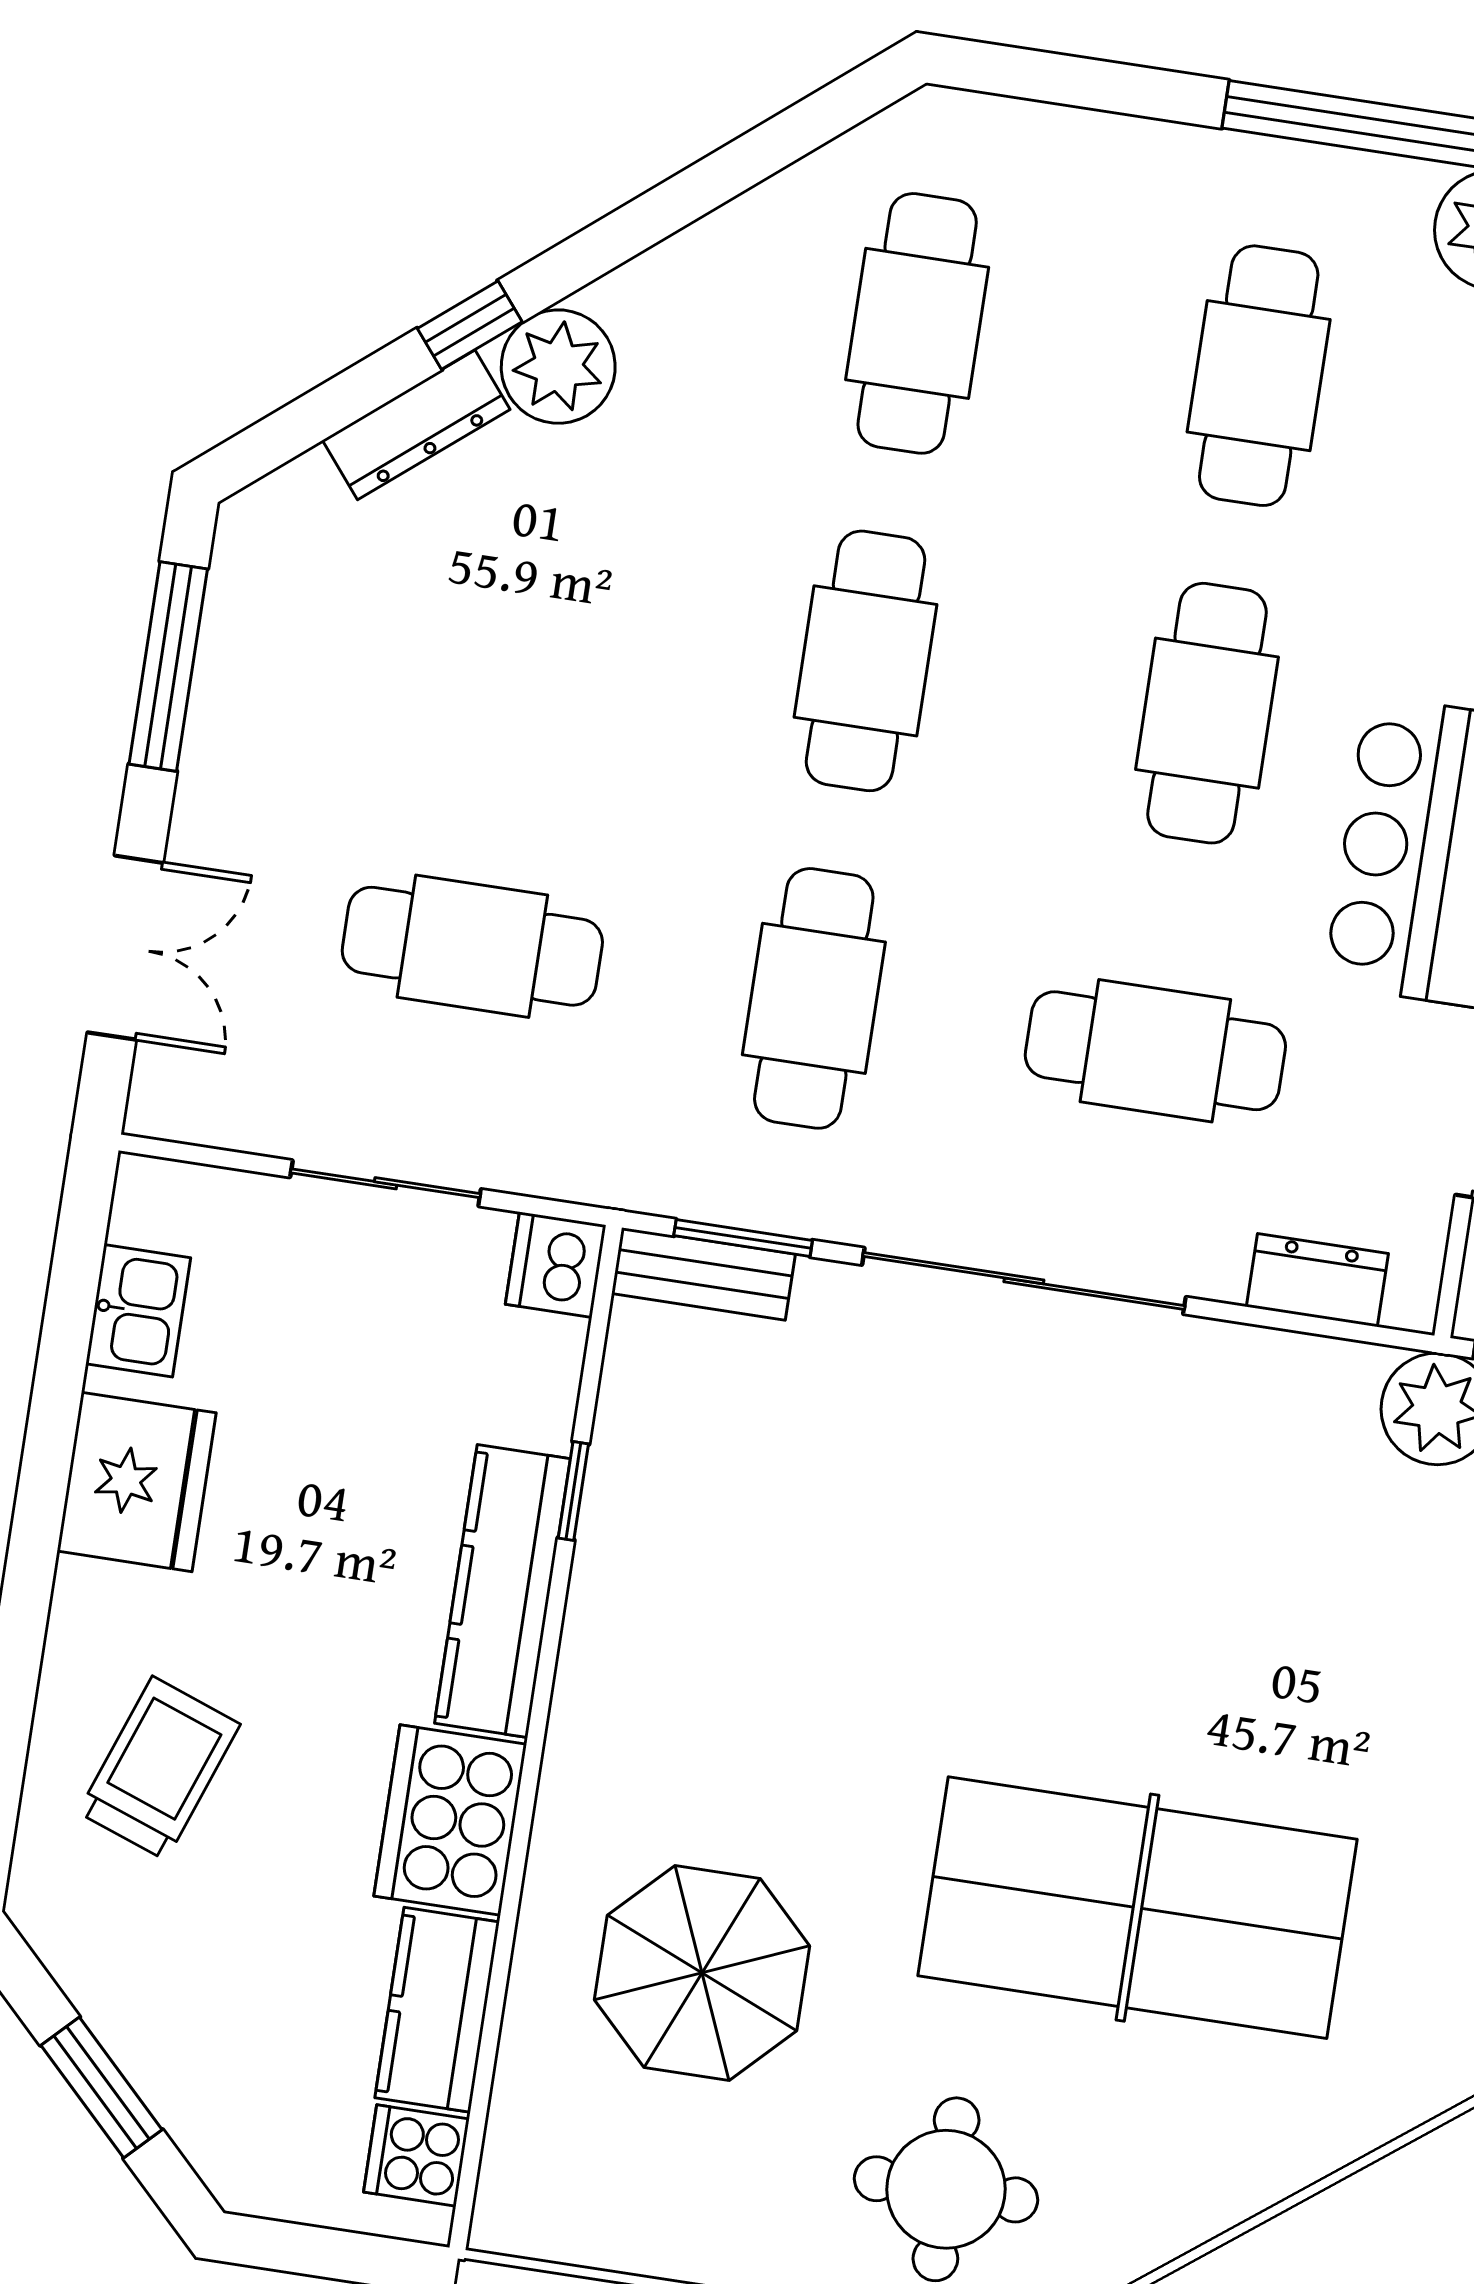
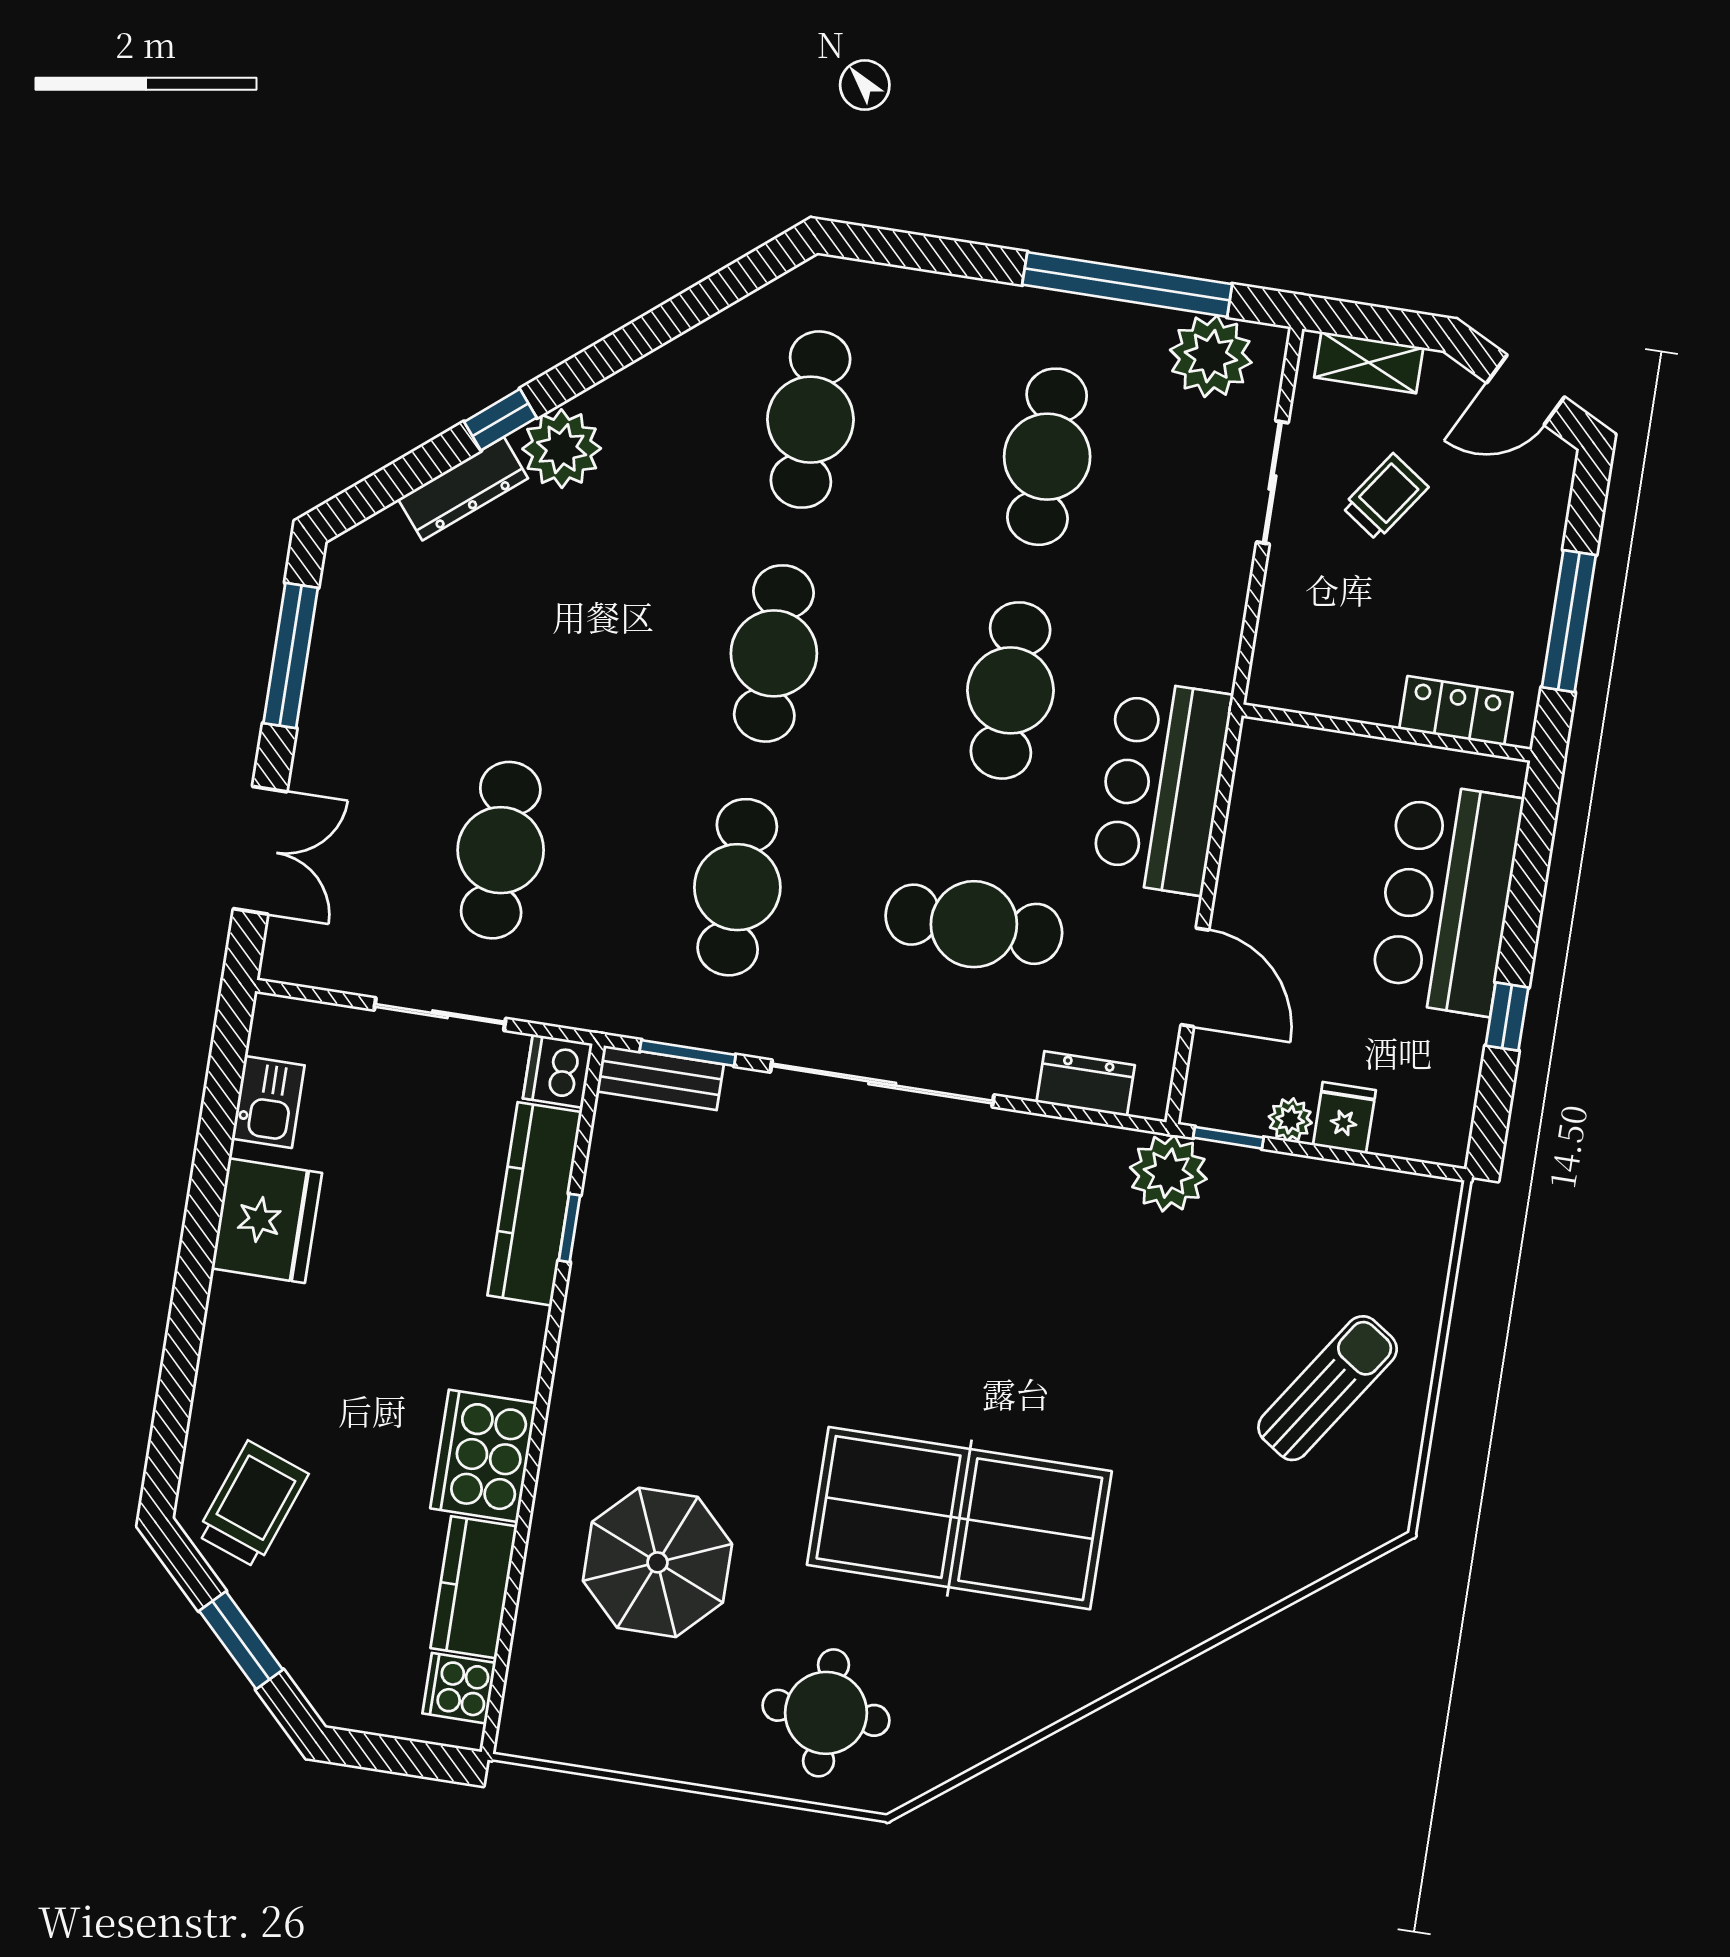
cafe table: (472, 946) -> (501, 850), turned 90
kitchen counter: (502, 1591) -> (535, 1204), moved
trolley: (159, 1768) -> (252, 1504), moved

